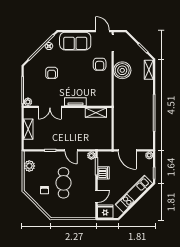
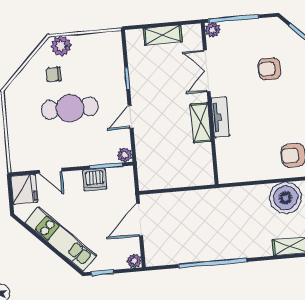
shelving: (96, 113) -> (201, 123), moved
plant: (29, 166) -> (61, 46), moved

